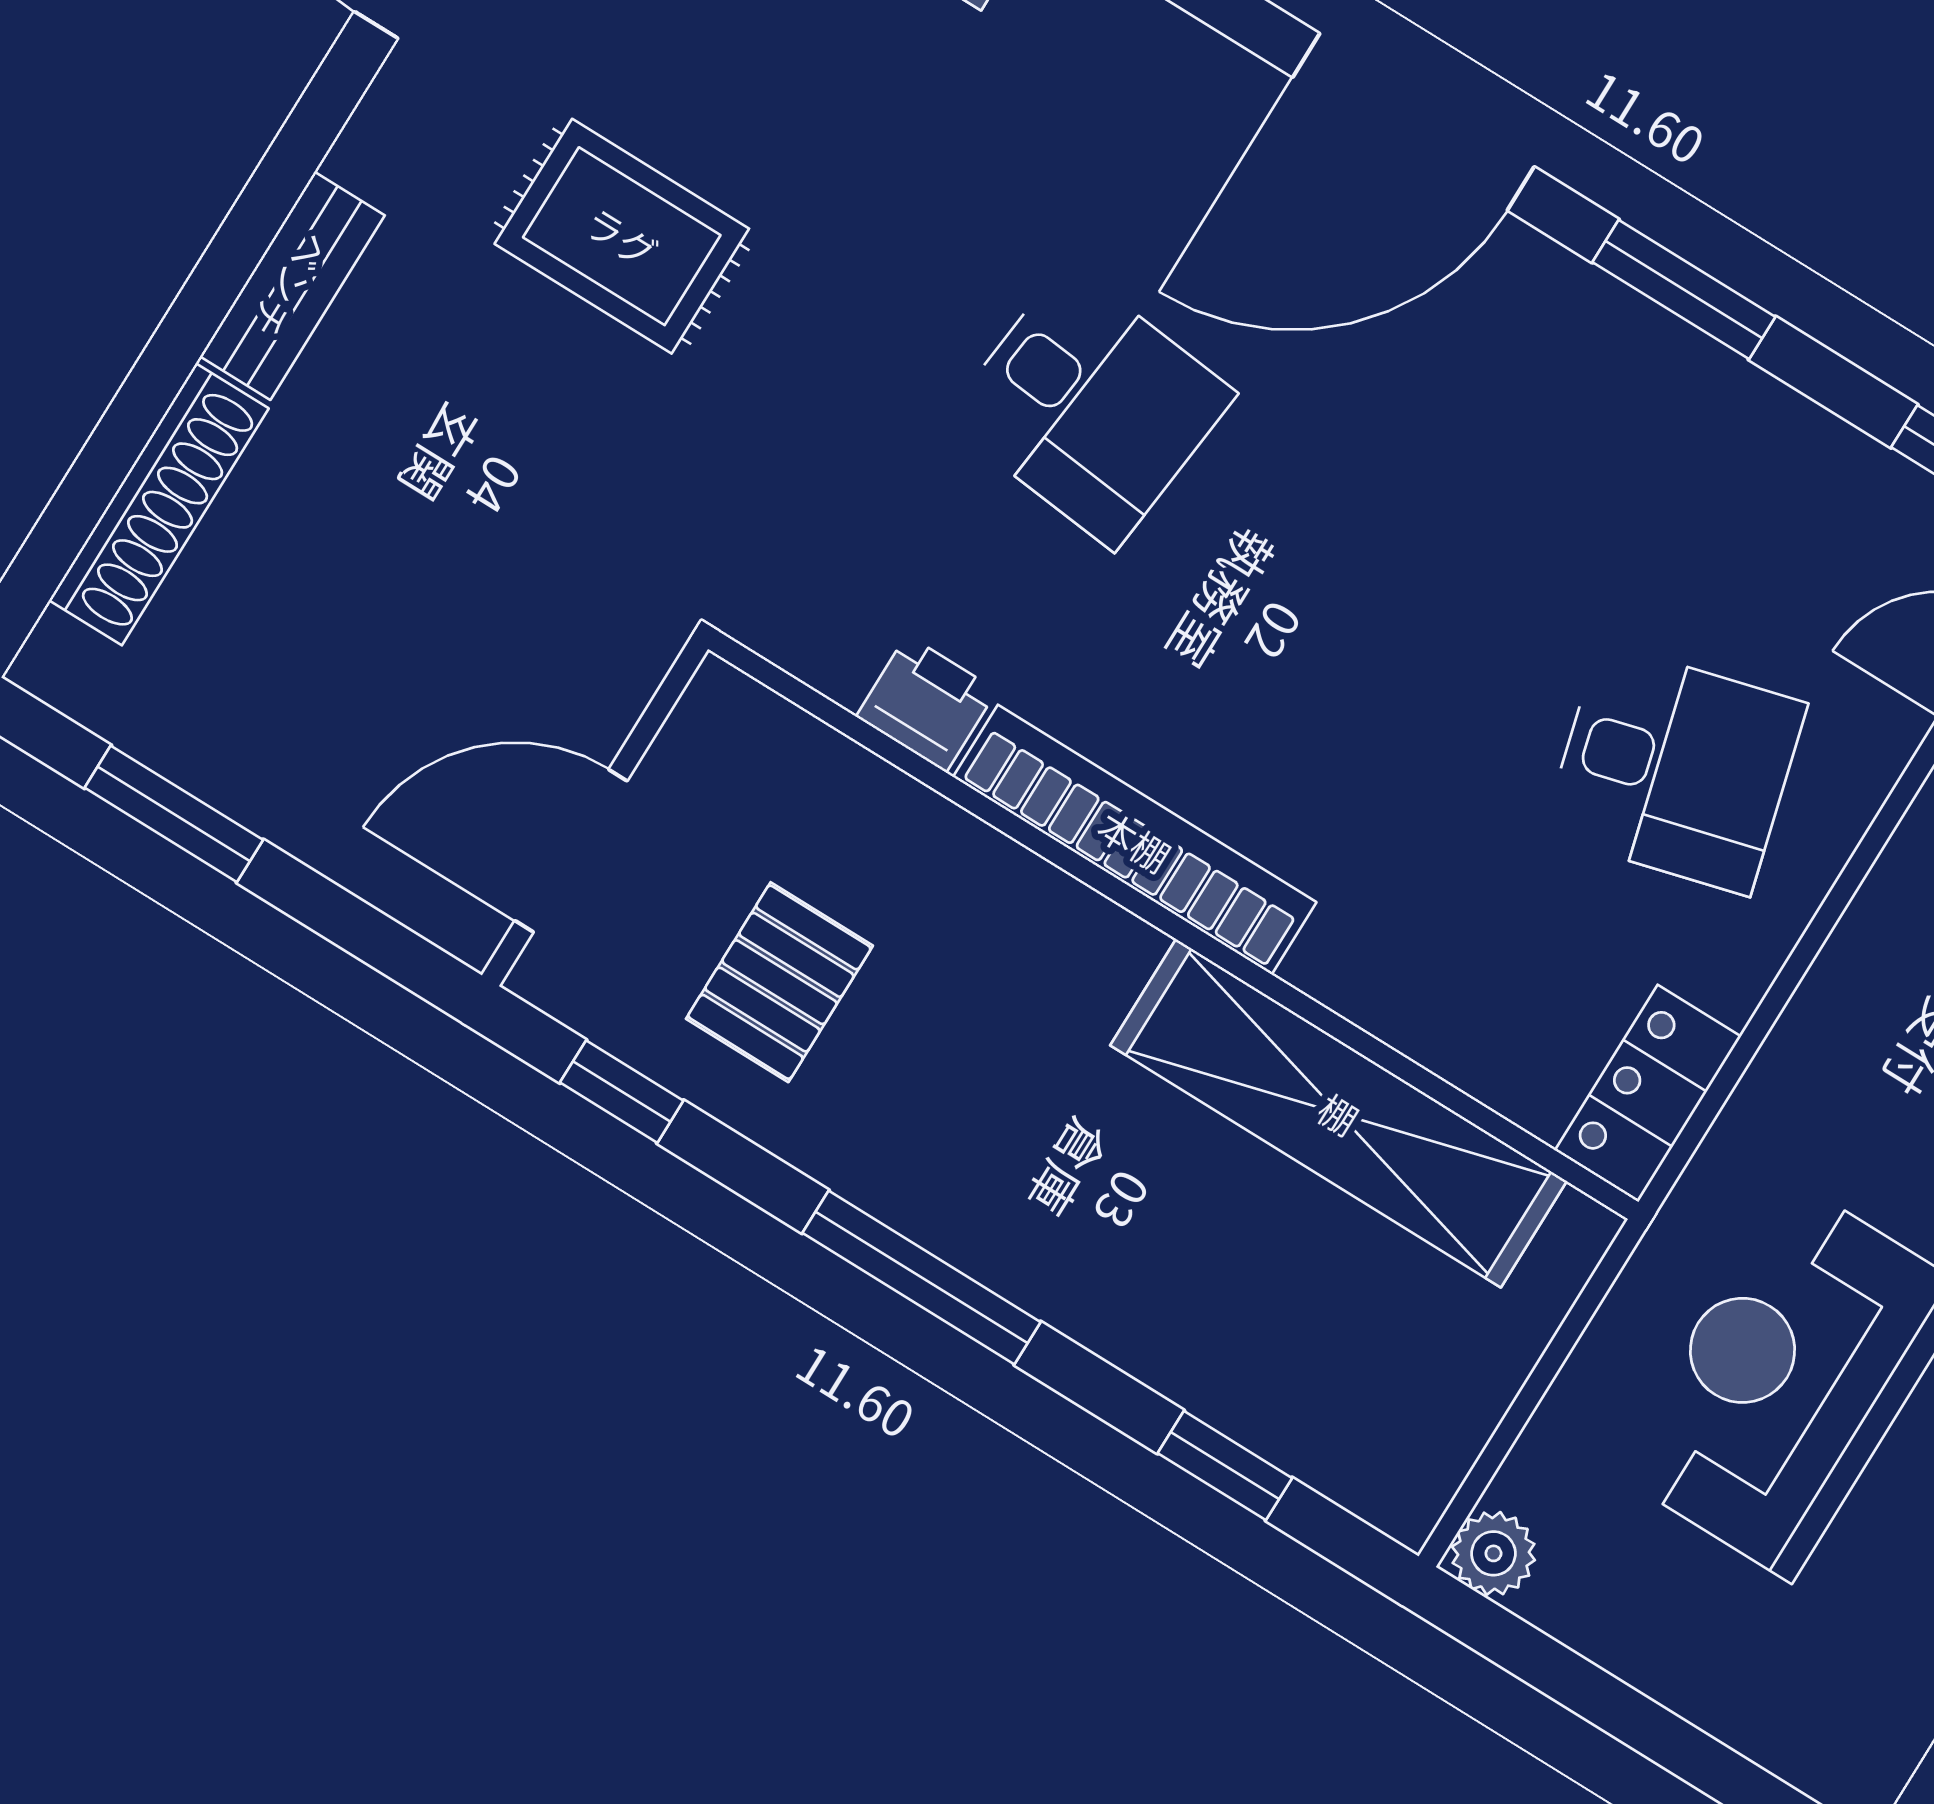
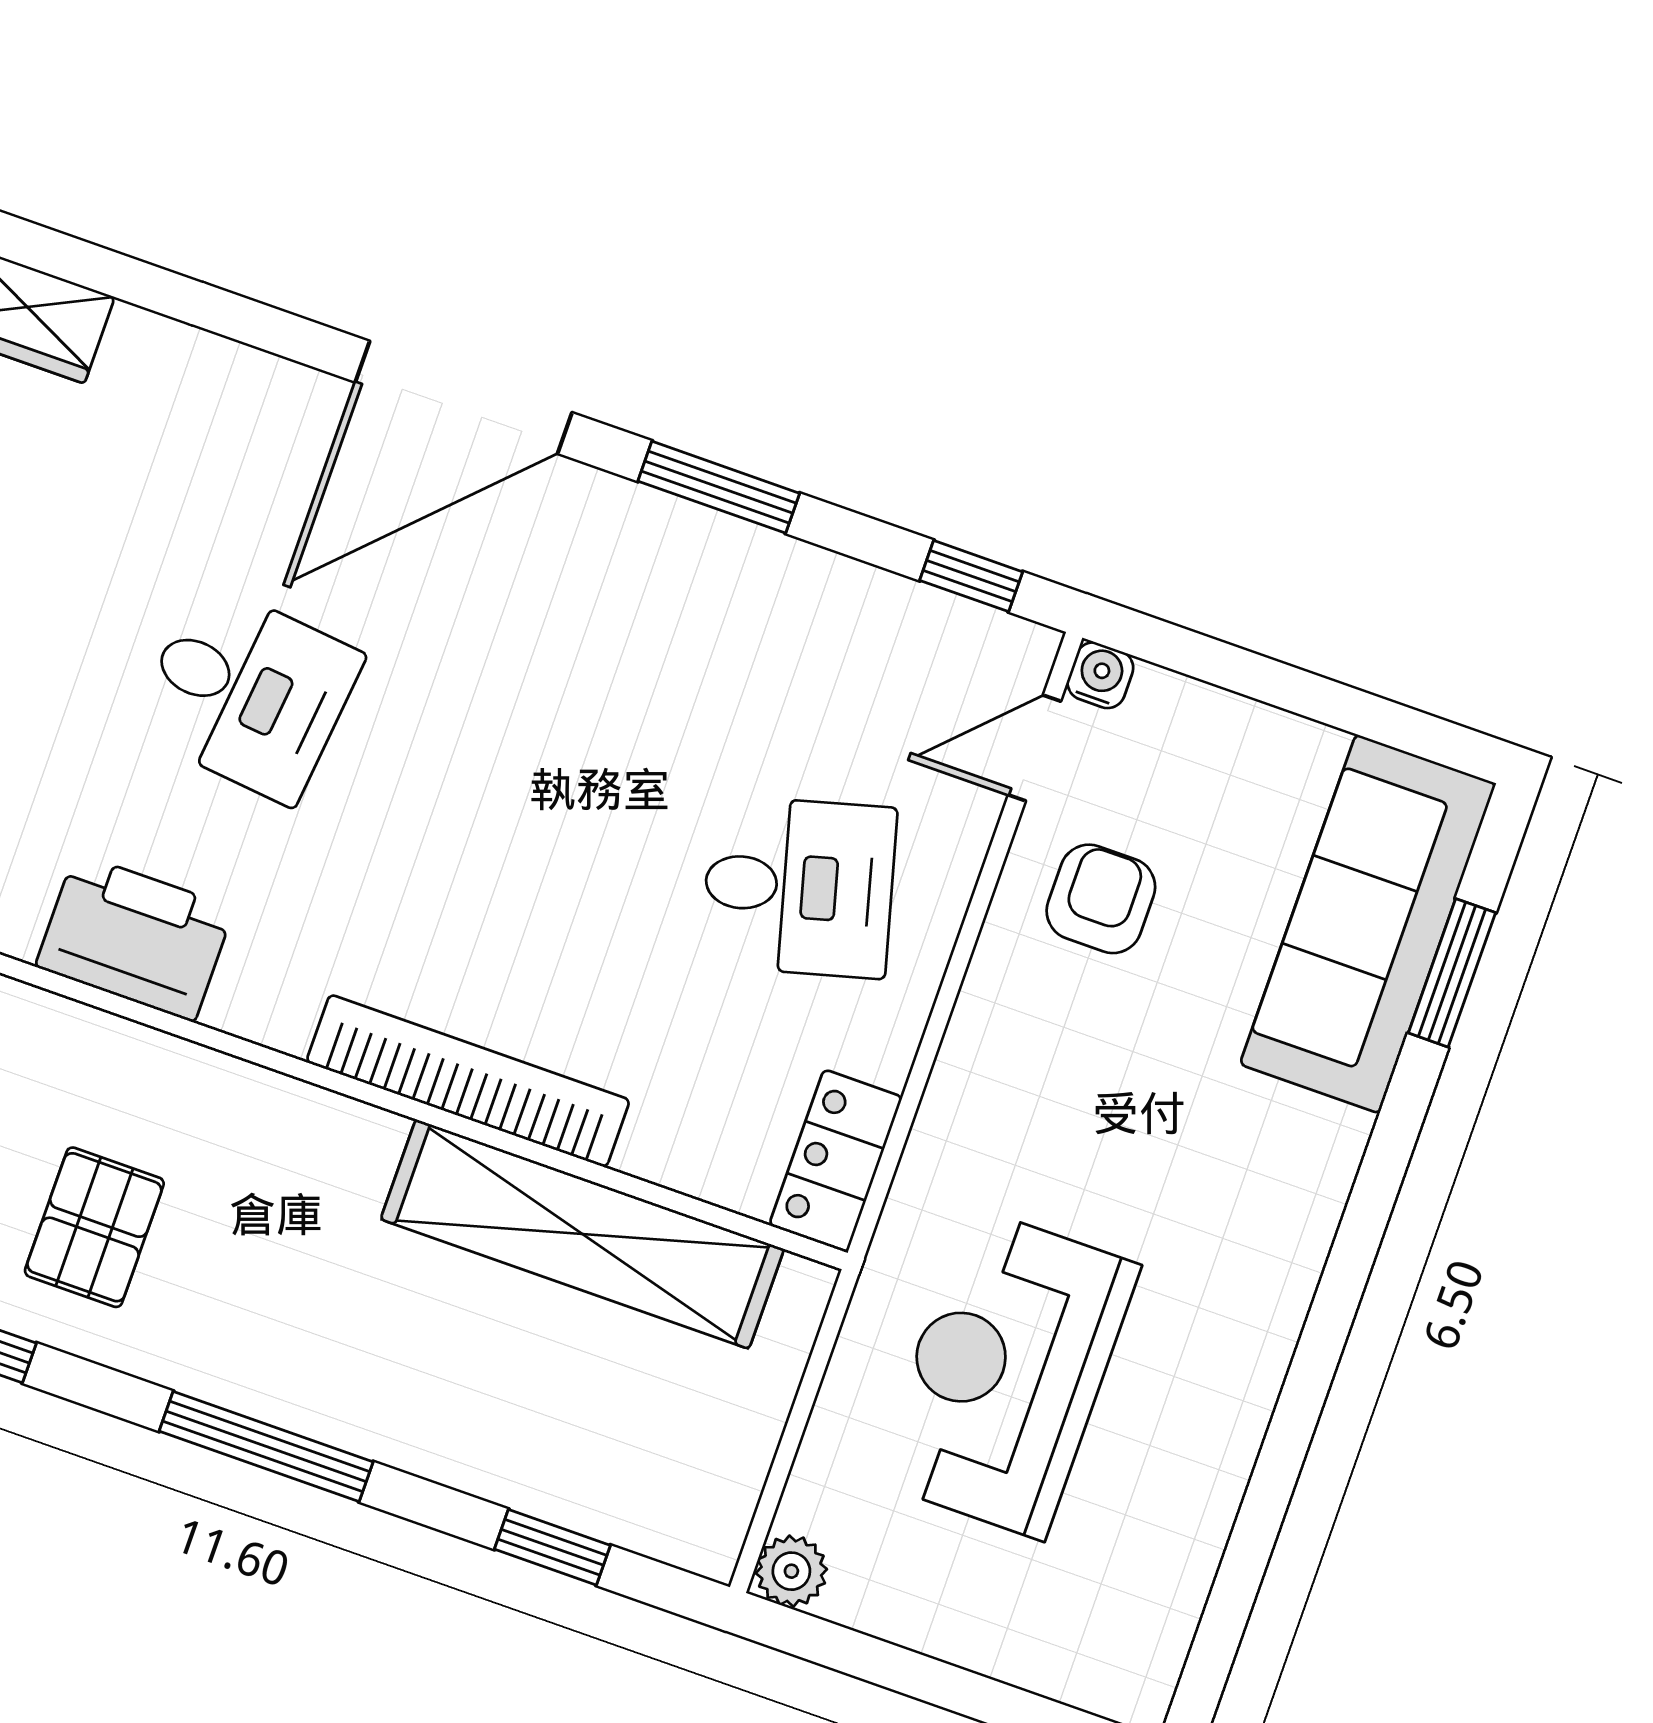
printer: (926, 704) -> (135, 937), width x1.87, depth x1.48
bookcase: (1135, 840) -> (468, 1081), moved

